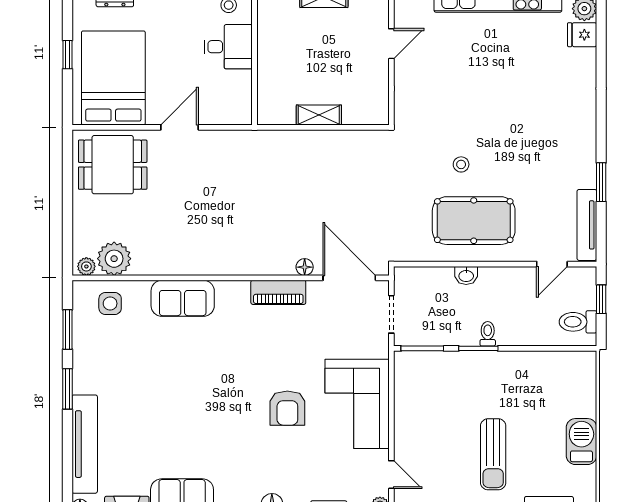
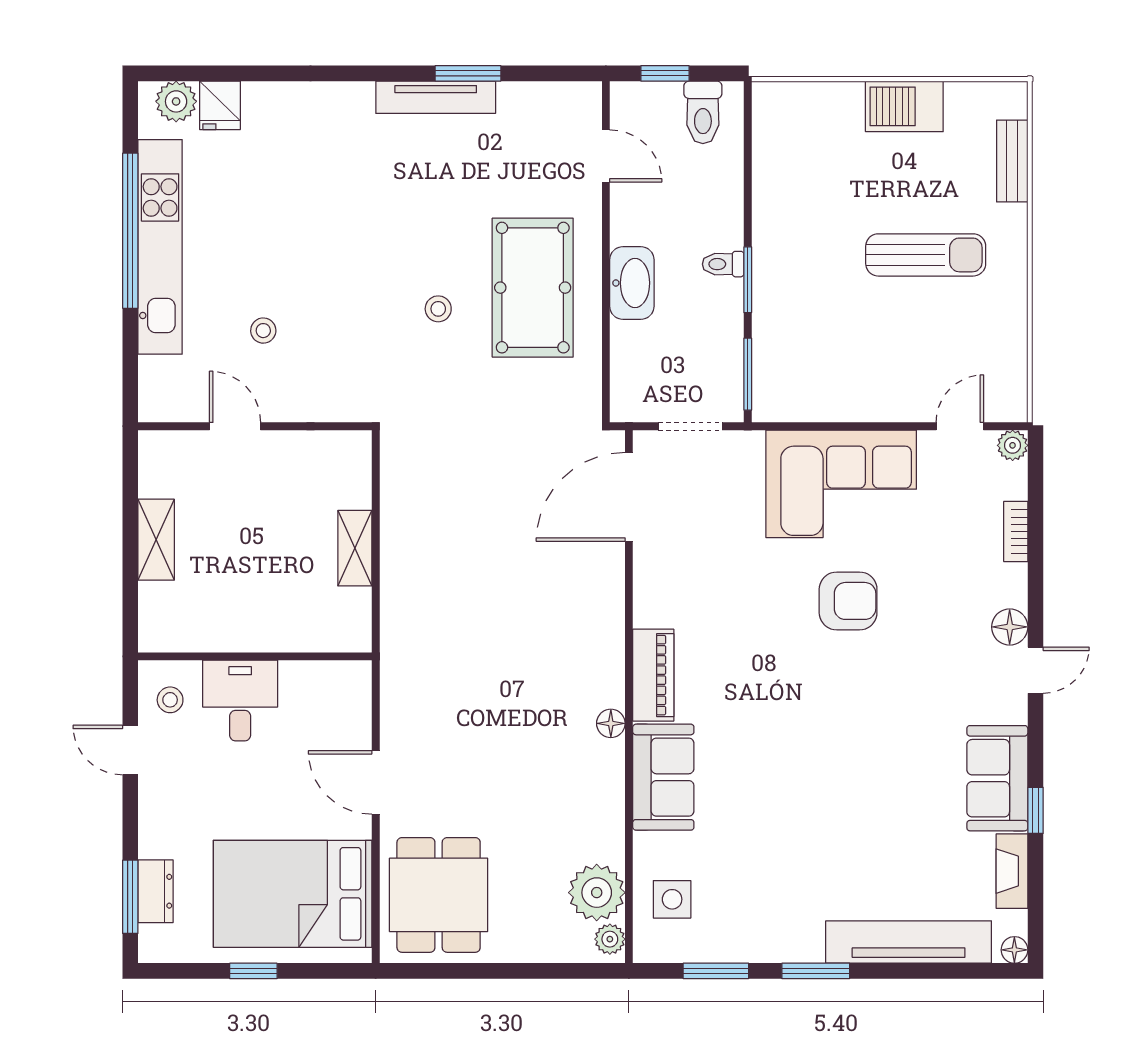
stool: (448, 60) -> (263, 331), added
tv unit: (587, 225) -> (436, 97), moved
floor lamp: (305, 267) -> (611, 723), moved
washbasin: (466, 275) -> (632, 283), width x1.91, depth x1.45
piano: (278, 292) -> (653, 675), moved

